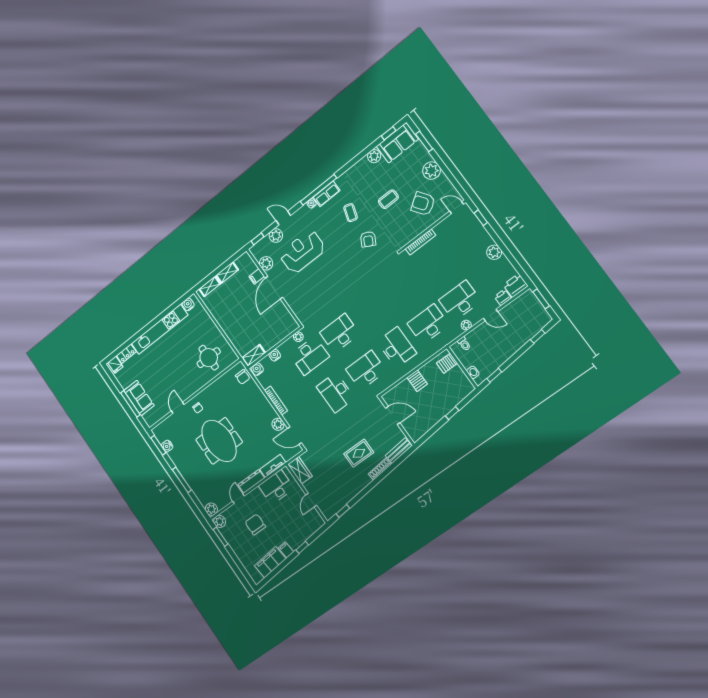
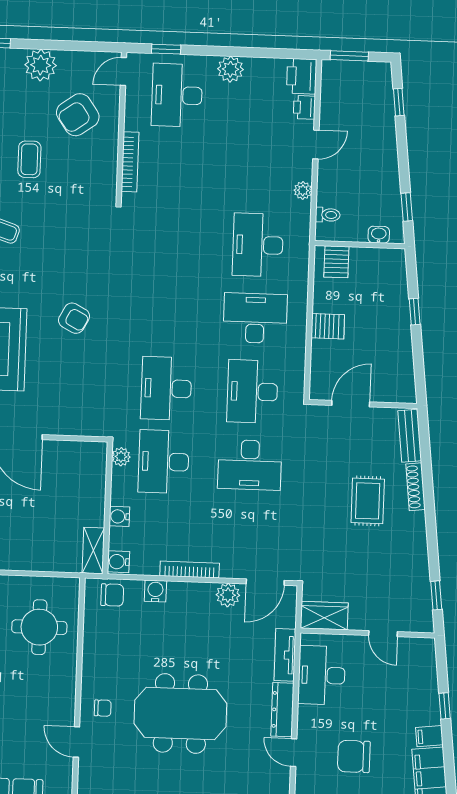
armchair: (368, 239) -> (74, 318), moved
desk: (460, 301) -> (177, 95), moved
desk: (310, 356) -> (164, 462), turned 180
water cooler: (257, 393) -> (155, 591), added

